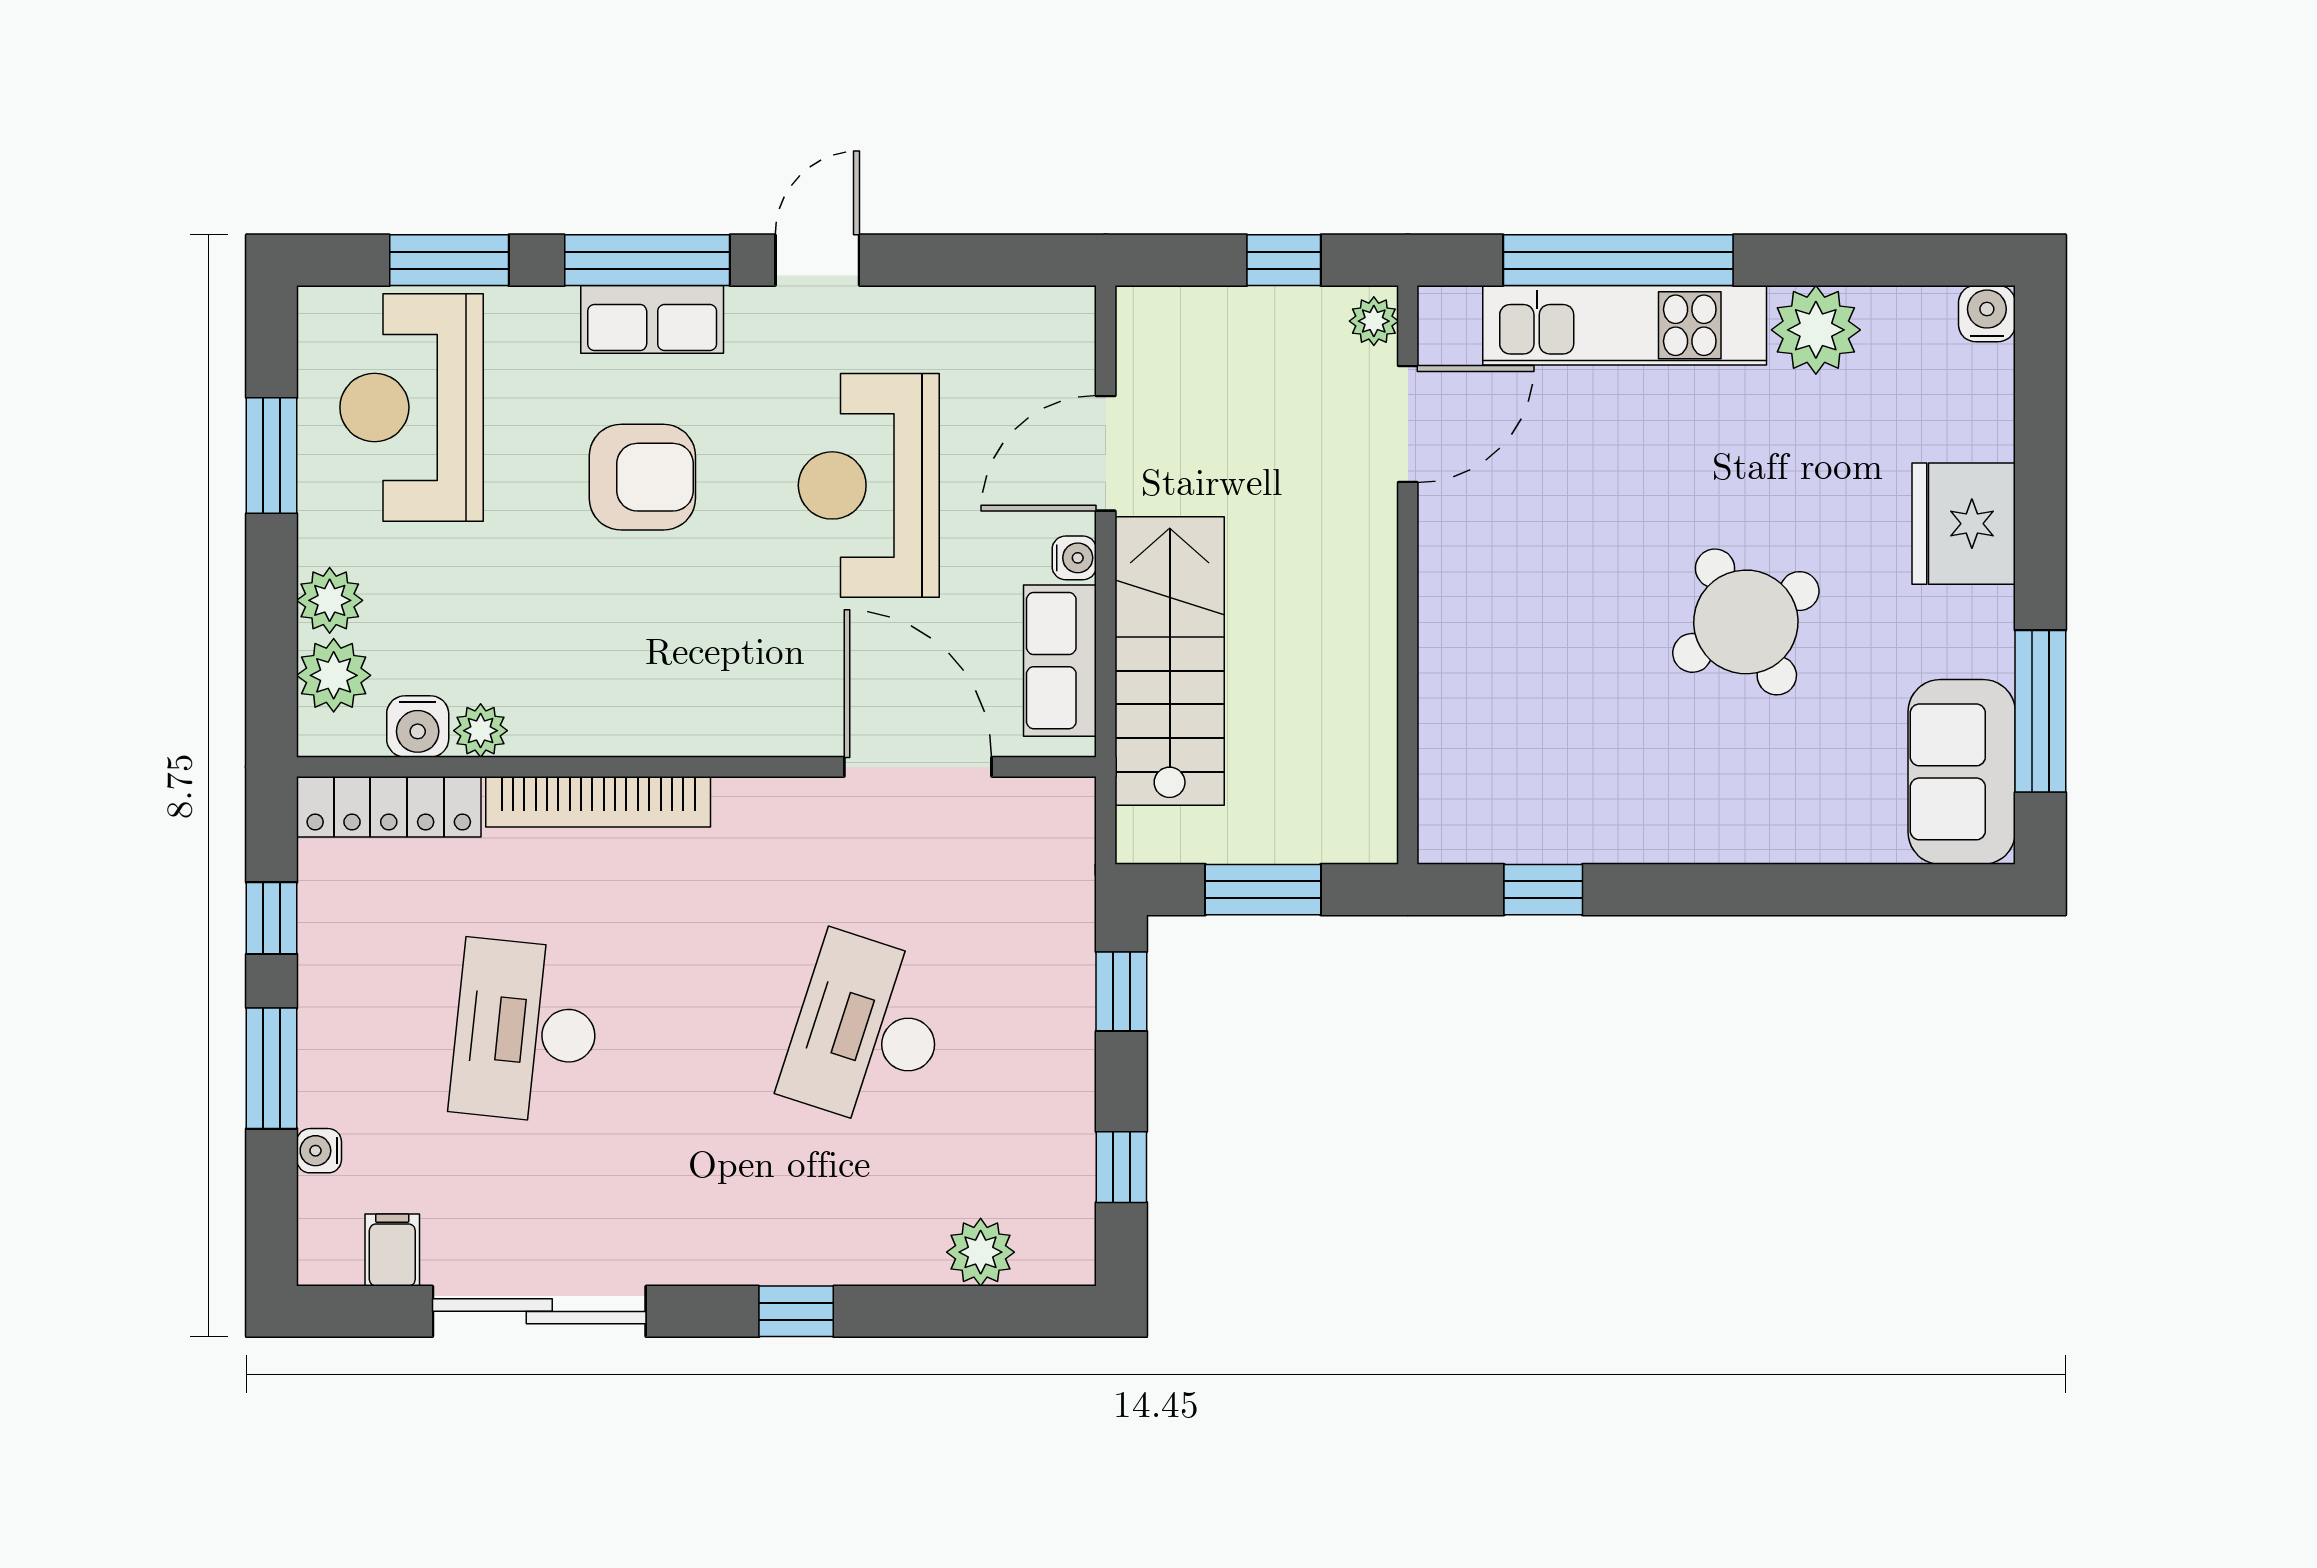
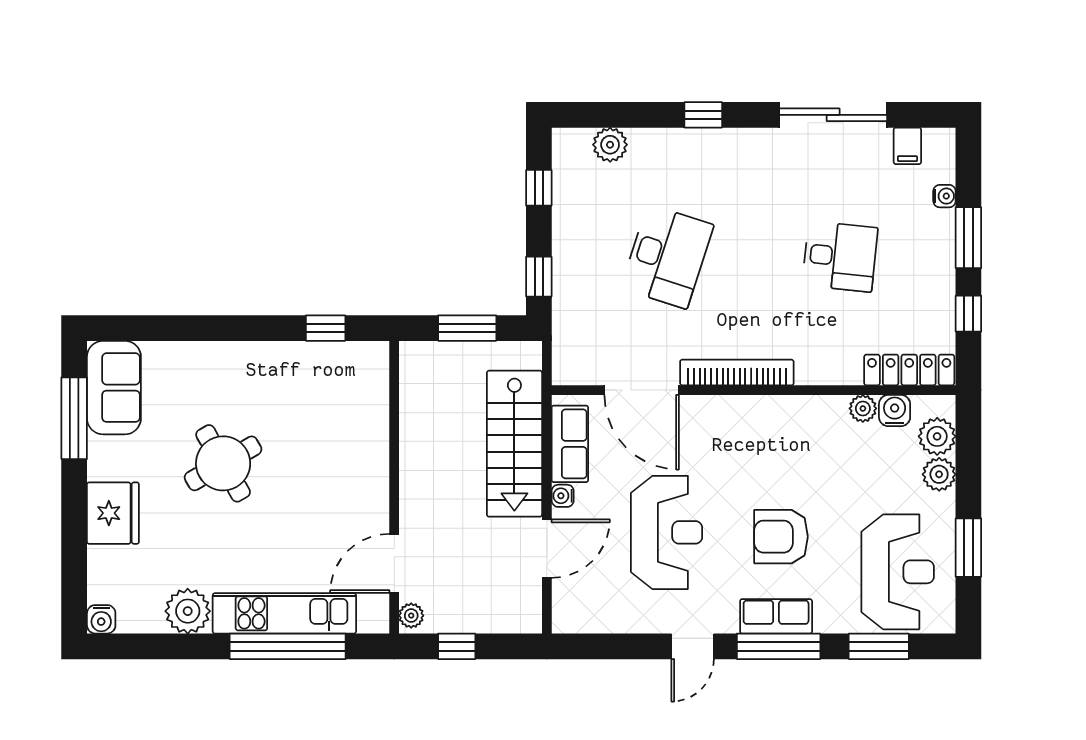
bookcase: (598, 802) -> (737, 372), moved
desk: (526, 1031) -> (840, 256), width x0.73

